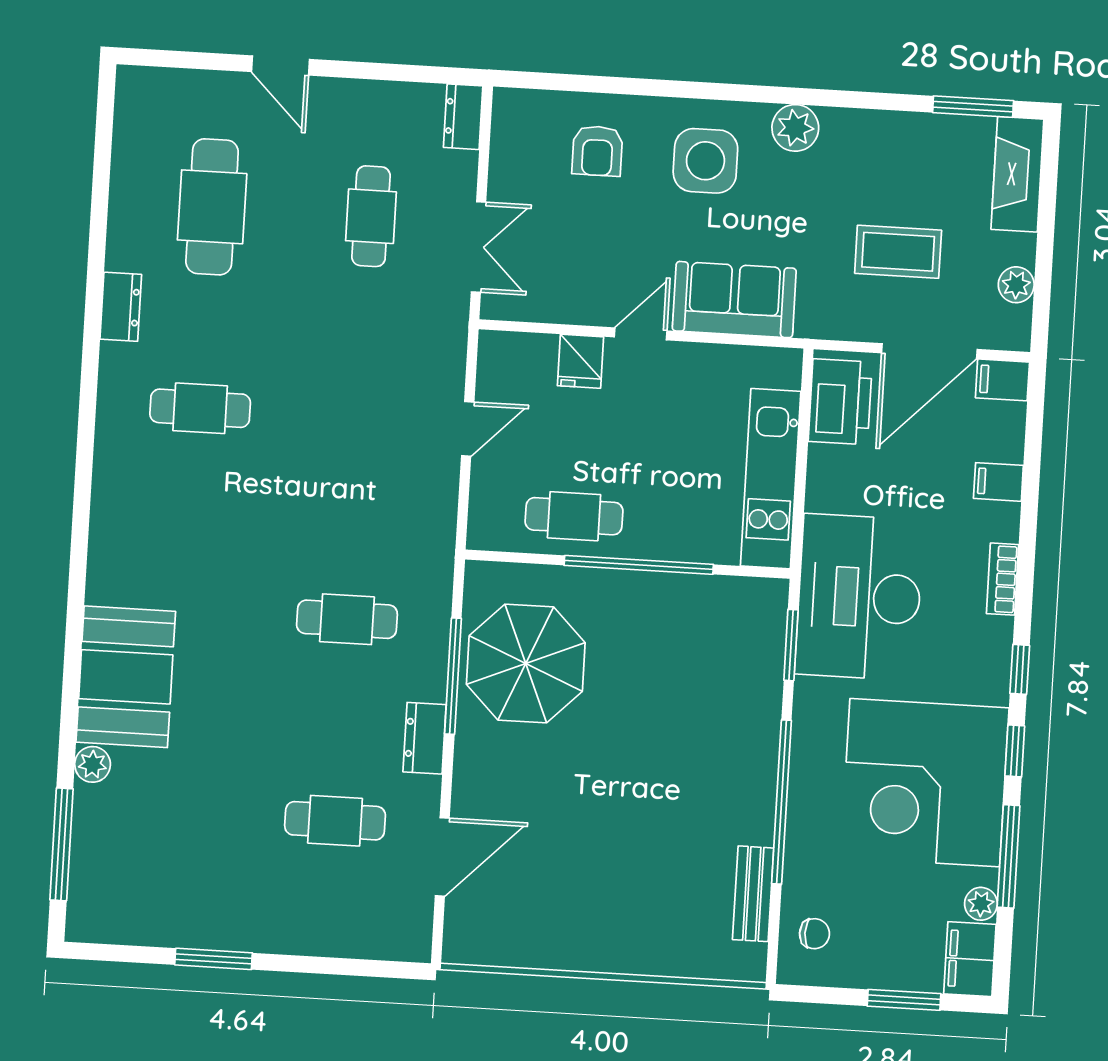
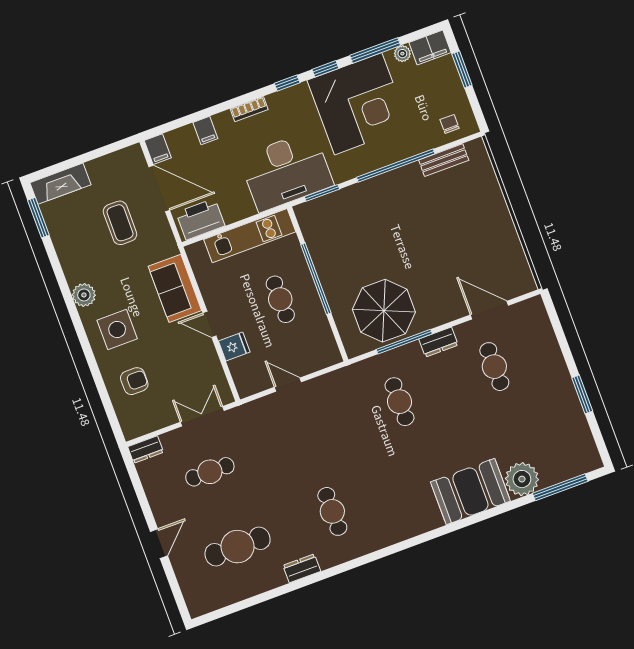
plant: (1016, 285) -> (111, 162), removed
cafe table: (574, 516) -> (280, 299), moved
plant: (93, 764) -> (522, 479), width x1.88, depth x1.88

